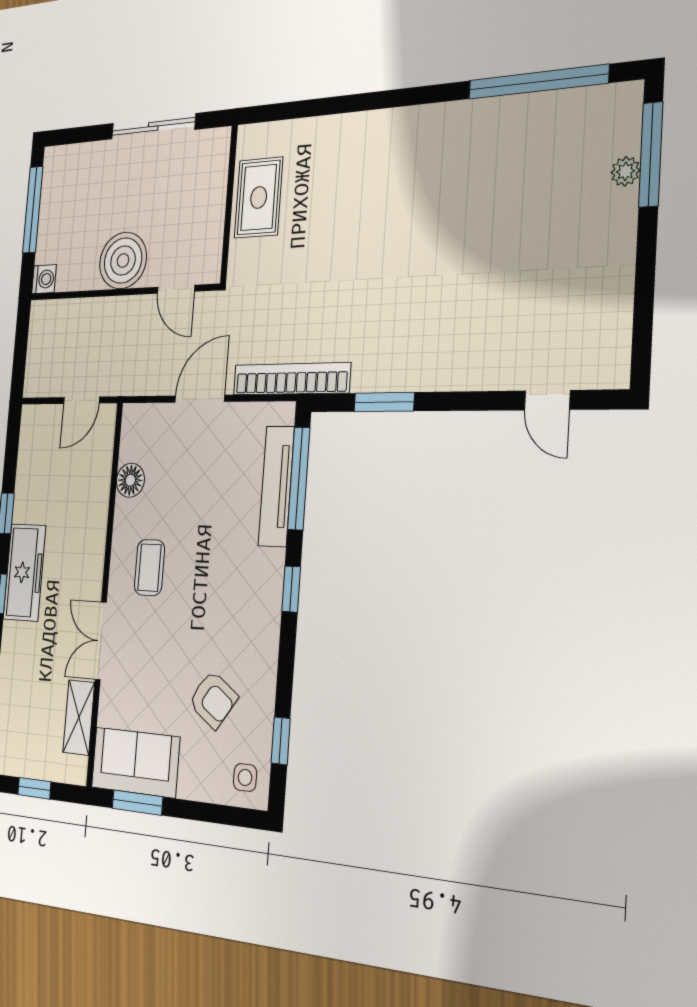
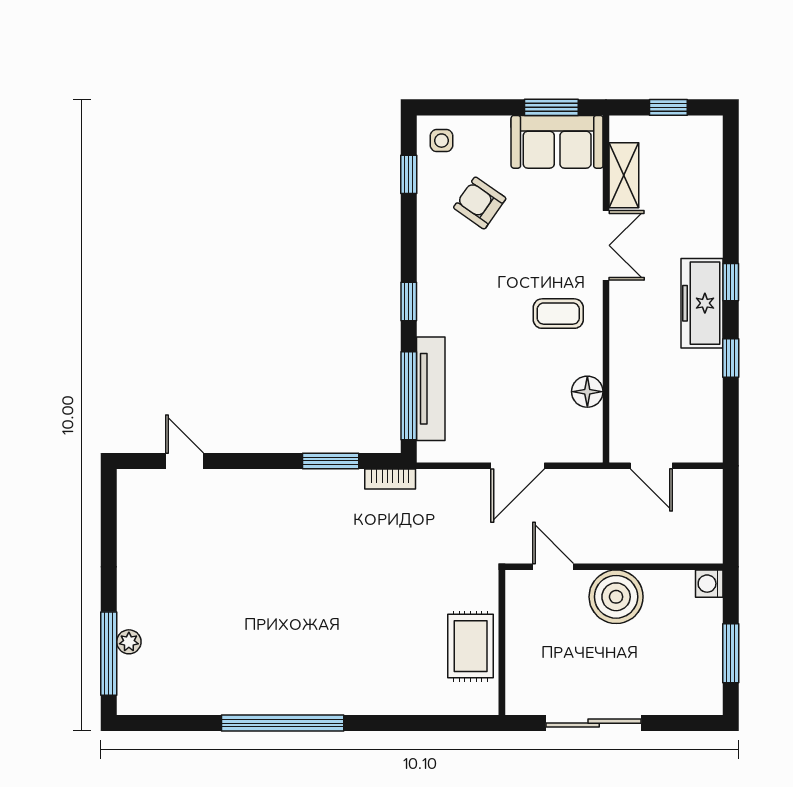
window: (538, 82) -> (283, 723), moved
window: (33, 210) -> (731, 653), width x0.69
bookcase: (291, 379) -> (390, 479), width x0.43, depth x0.76
door: (81, 400) -> (651, 466), swing flipped
coffee table: (149, 568) -> (558, 314), turned 90

